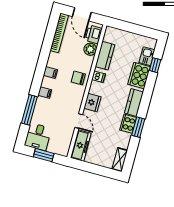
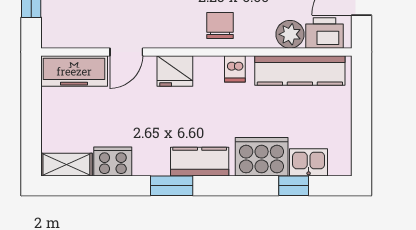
kitchen counter: (105, 56) -> (300, 71), width x1.50
cooker: (128, 124) -> (113, 161), moved
window: (138, 127) -> (172, 186), moved

